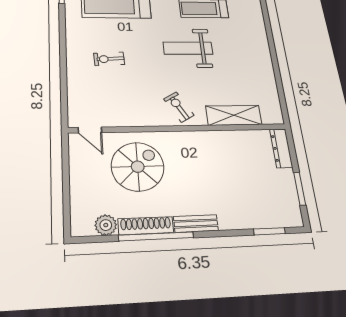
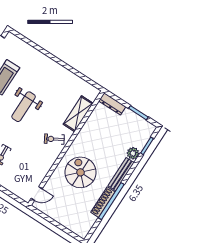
spiral stairs: (138, 167) -> (80, 172), moved
bench: (196, 224) -> (121, 174), width x1.36
plant: (106, 225) -> (133, 153), moved

